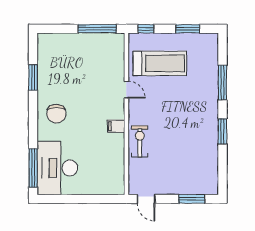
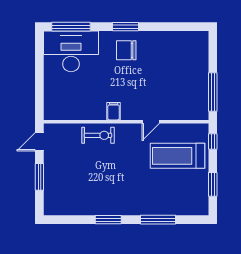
treadmill: (160, 63) -> (178, 156), turned 90
window: (33, 77) -> (125, 27), moved
window: (192, 199) -> (39, 177), moved

